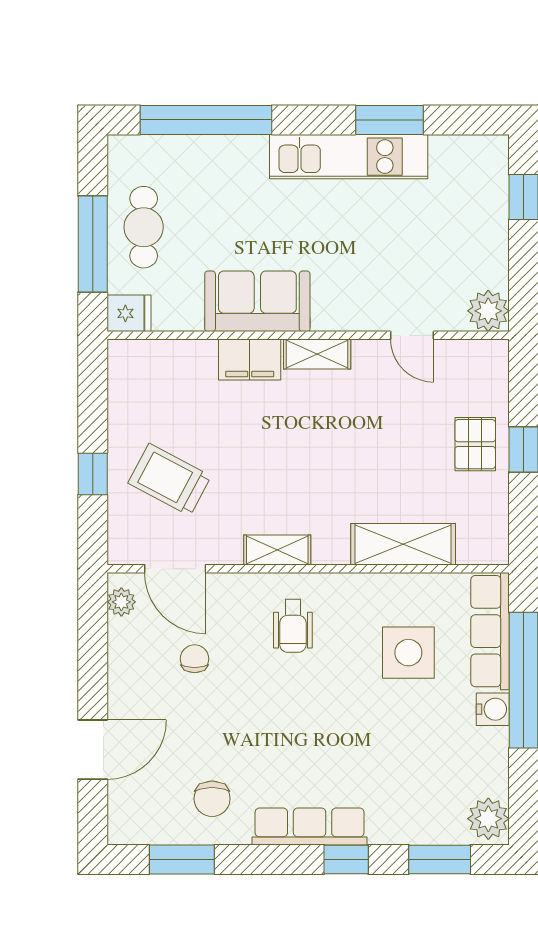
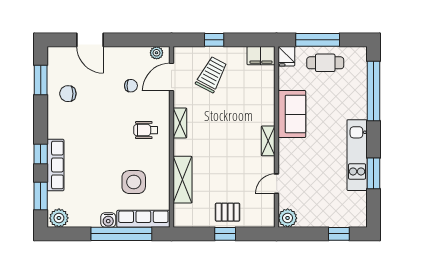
filing cabinet: (250, 360) -> (261, 56), moved, turned -90
row of seats: (310, 827) -> (55, 165), moved

